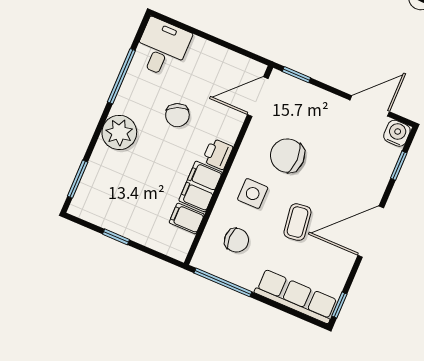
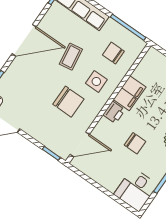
chair: (177, 115) -> (135, 143), turned 114
filing cabinet: (187, 219) -> (143, 74), removed

